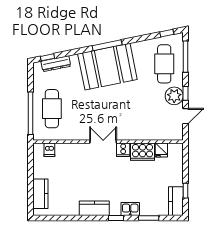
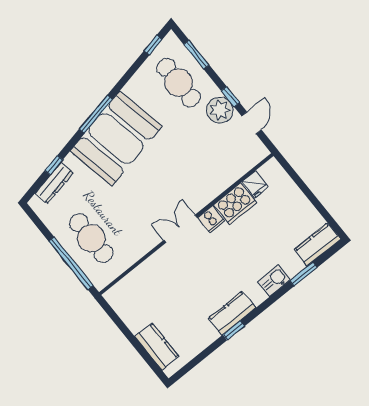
window: (47, 57) -> (54, 165), moved
window: (186, 57) -> (196, 55), width x0.69
dishwasher: (49, 150) -> (126, 288), removed
window: (186, 191) -> (321, 208), removed
kitchen counter: (176, 201) -> (318, 244), moved, turned 90
window: (116, 218) -> (234, 330), moved

